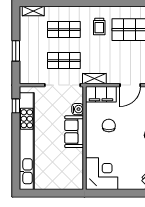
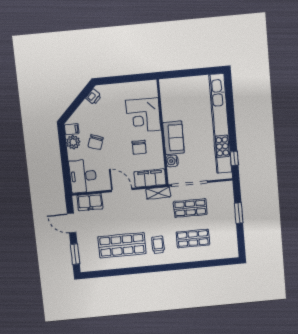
shelving: (33, 11) -> (225, 254), removed
door: (130, 85) -> (122, 190), hinge flipped
corner desk: (102, 174) -> (143, 115), moved

